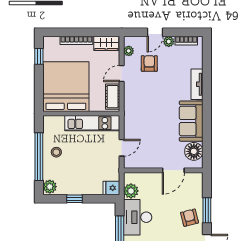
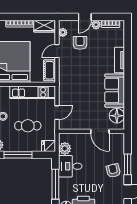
cafe table: (86, 164) -> (28, 126), added
door: (173, 170) -> (100, 131), hinge flipped
window: (75, 199) -> (18, 155), width x2.17
desk: (138, 217) -> (70, 166), width x0.73

